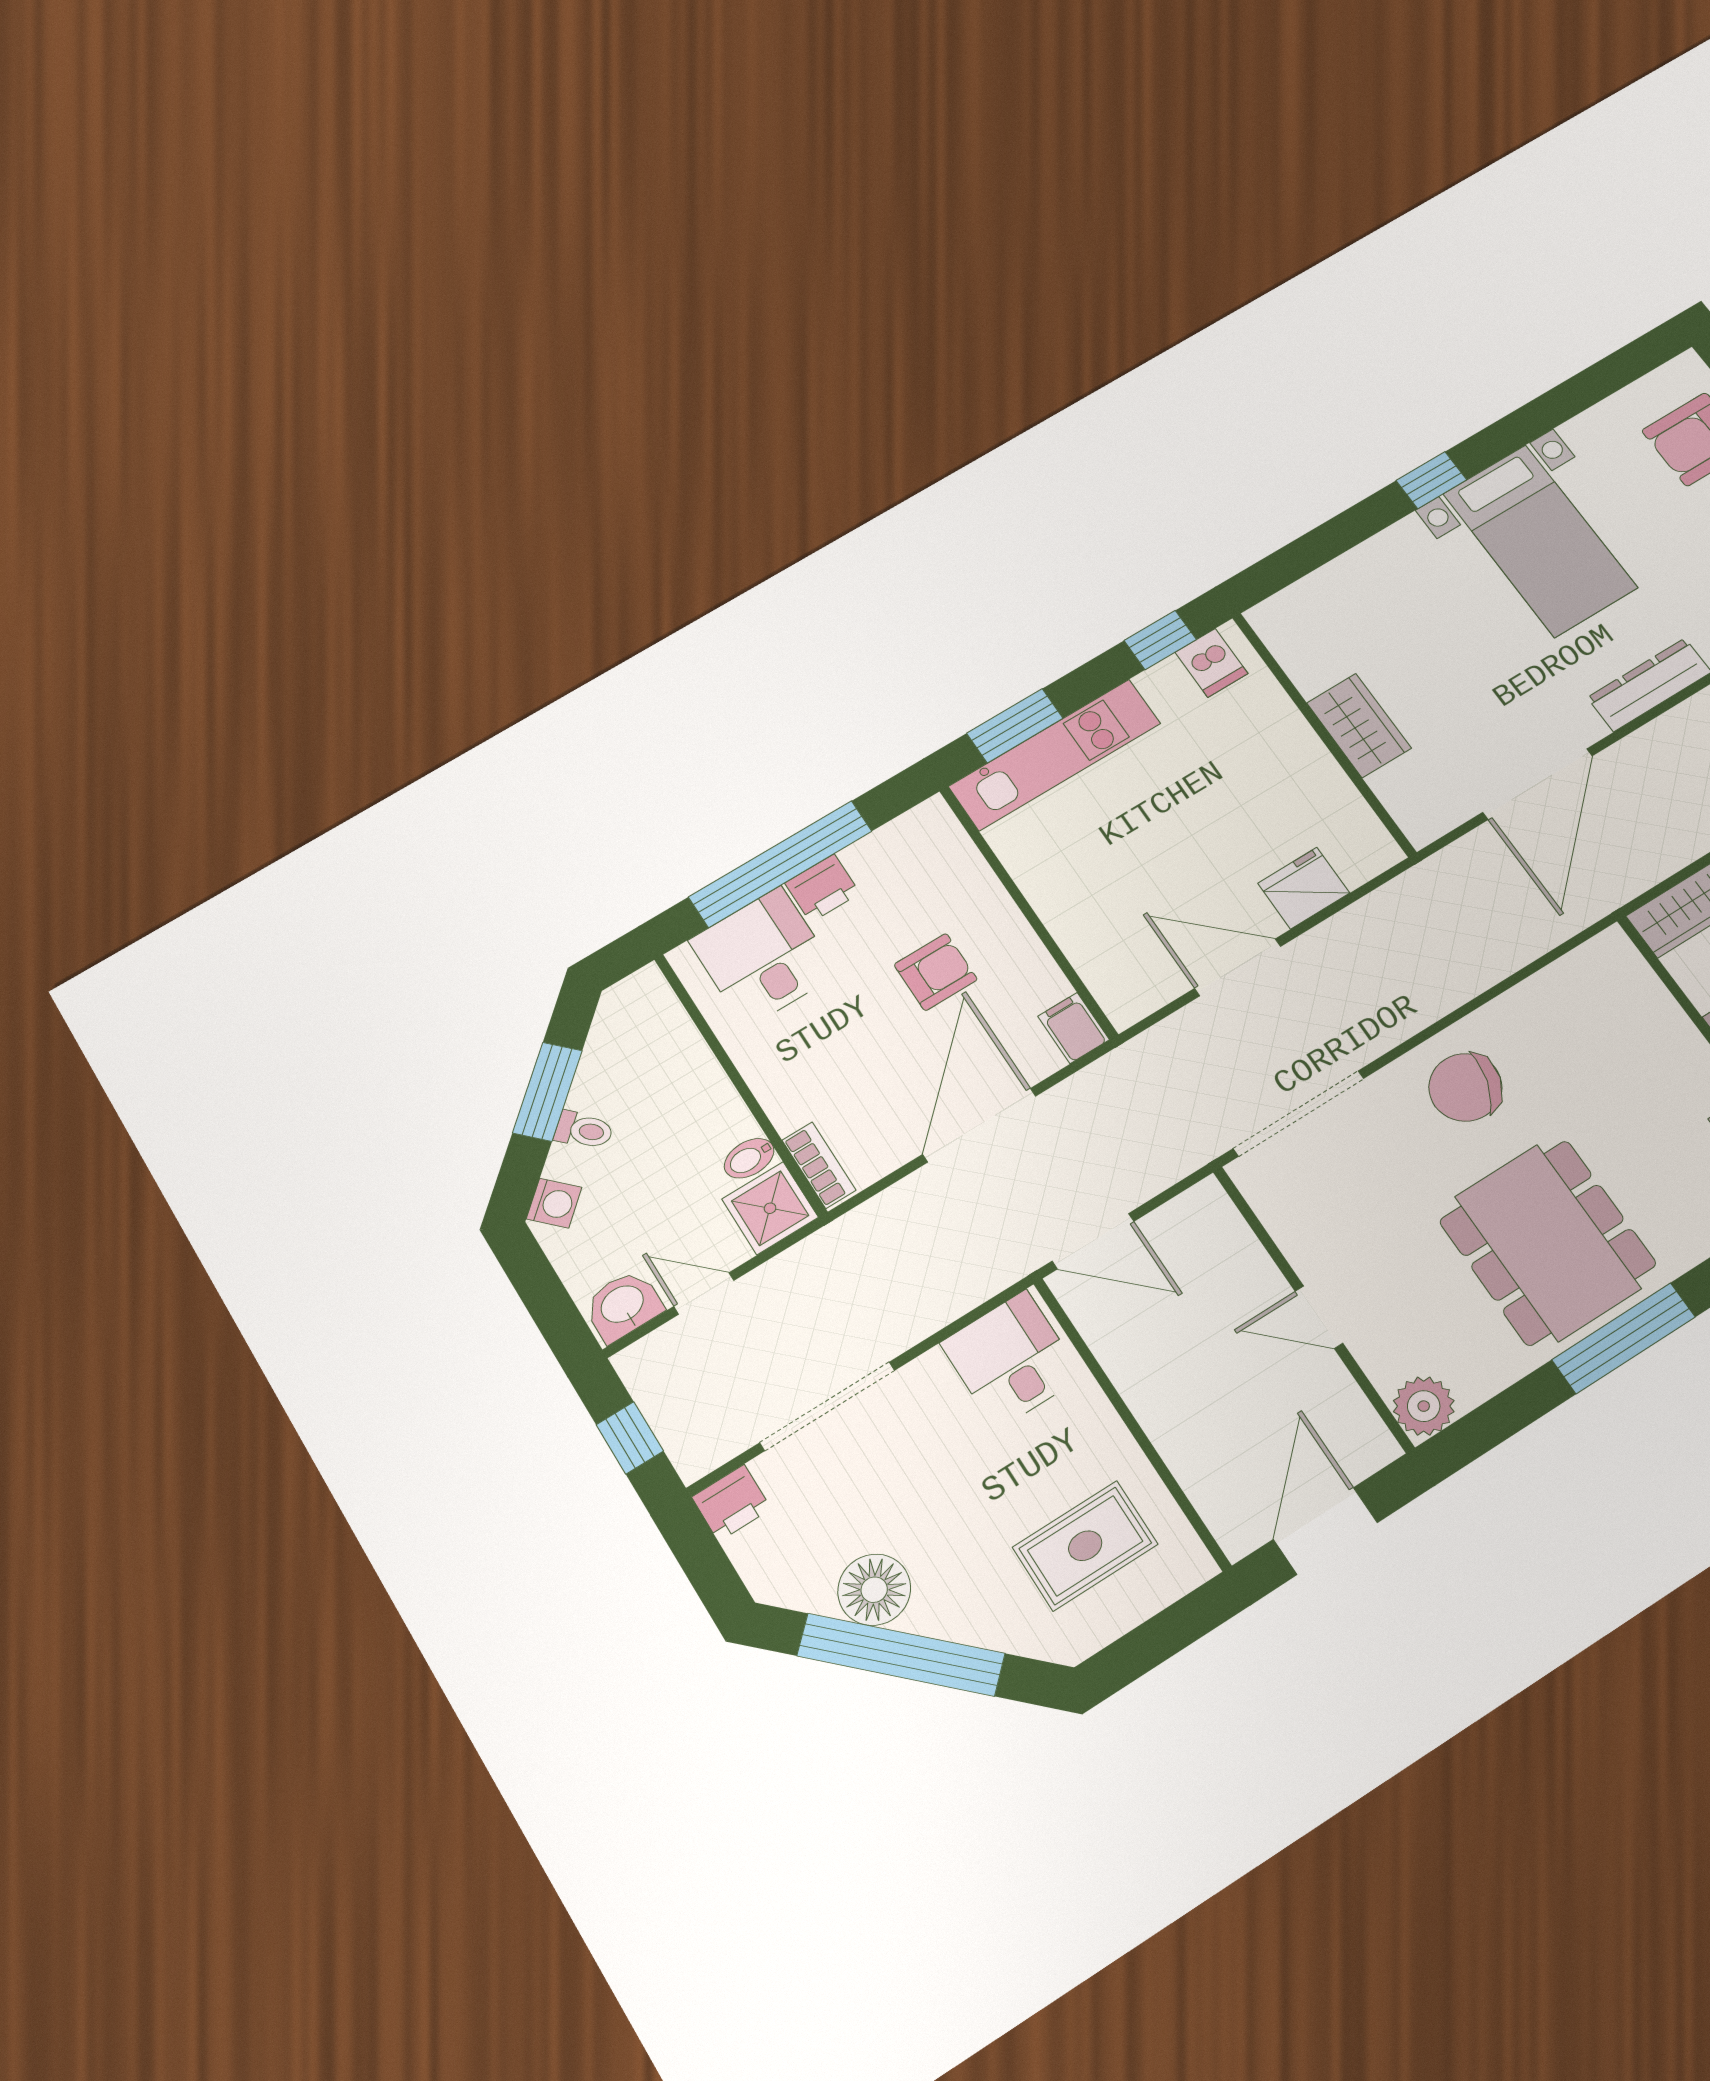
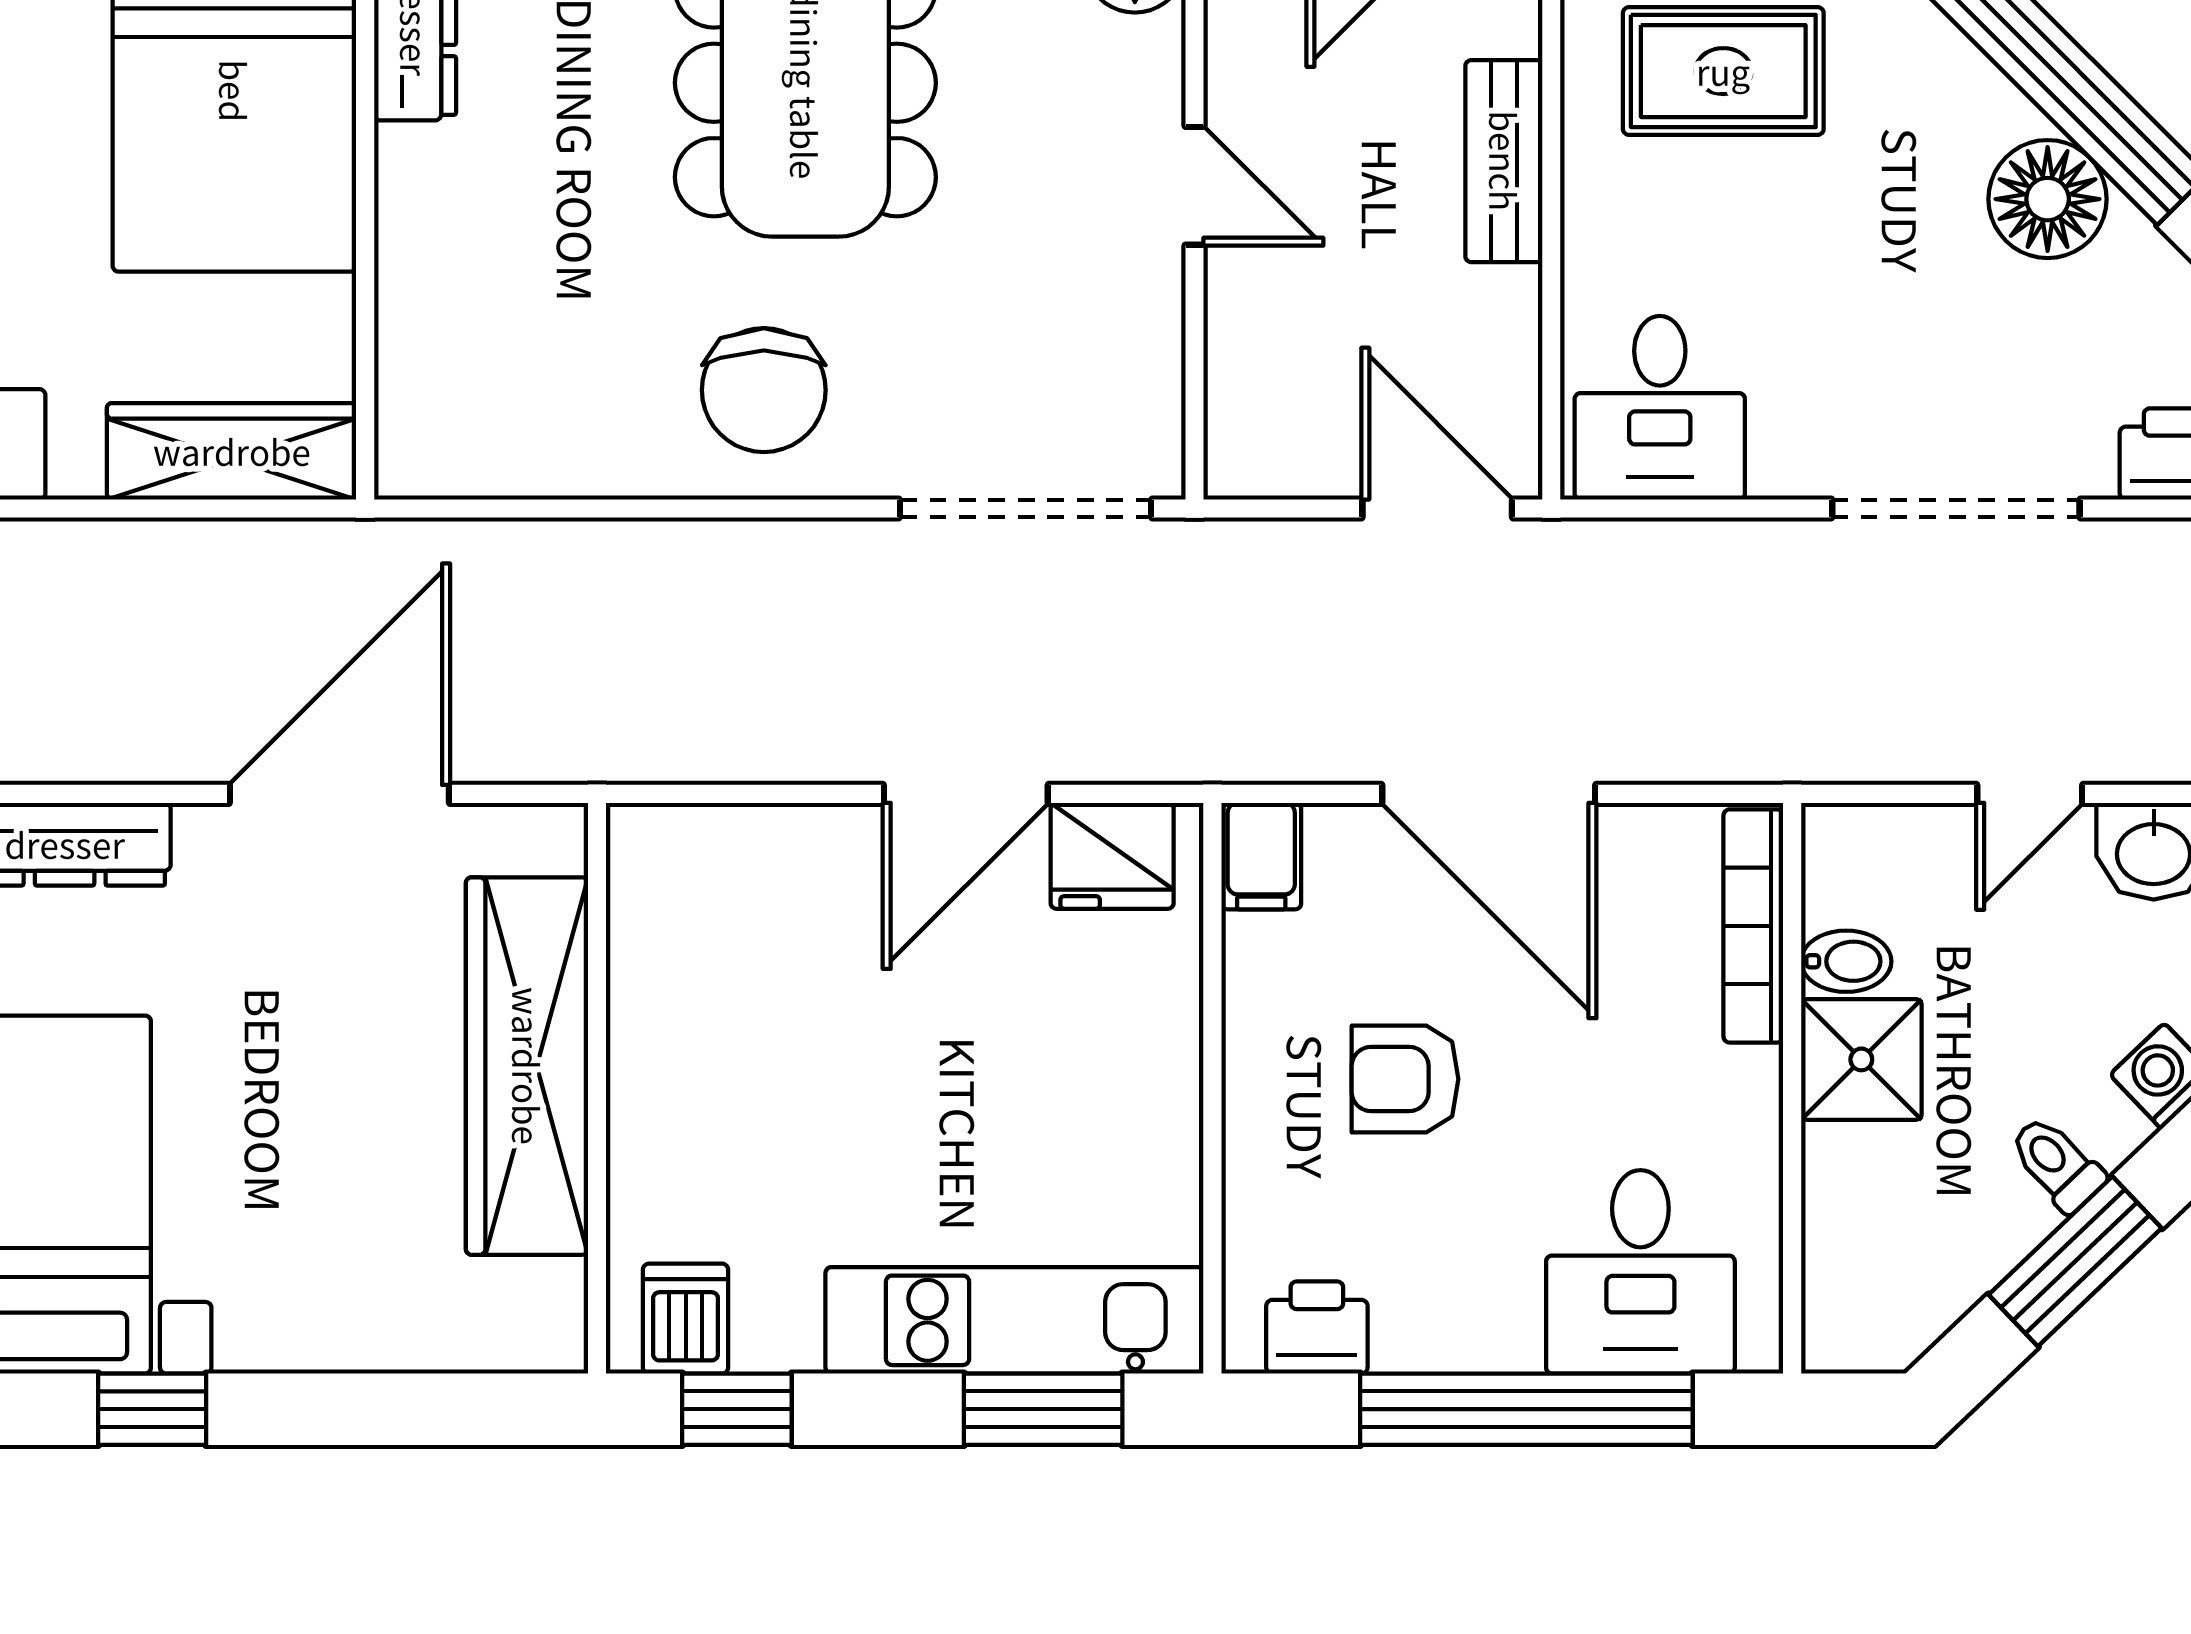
wardrobe: (1359, 726) -> (527, 1066), width x2.10, depth x1.17
printer: (822, 888) -> (1317, 1328), moved
fridge: (1304, 888) -> (1112, 856), moved
door: (1238, 967) -> (966, 794), hinge flipped
chair: (1465, 1087) -> (764, 390), turned 73
door: (979, 1125) -> (1489, 794), hinge flipped
bookcase: (819, 1165) -> (1753, 926), width x1.56
shower: (770, 1208) -> (1861, 1059), moved
door: (704, 1293) -> (2030, 794), hinge flipped
bench: (1170, 1429) -> (1504, 161), added

